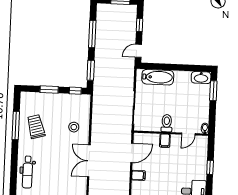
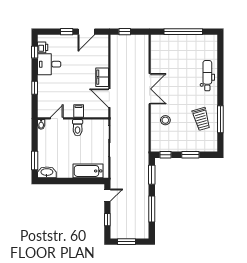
door: (132, 153) -> (109, 98), hinge flipped
filing cabinet: (138, 175) -> (102, 77), width x2.00

